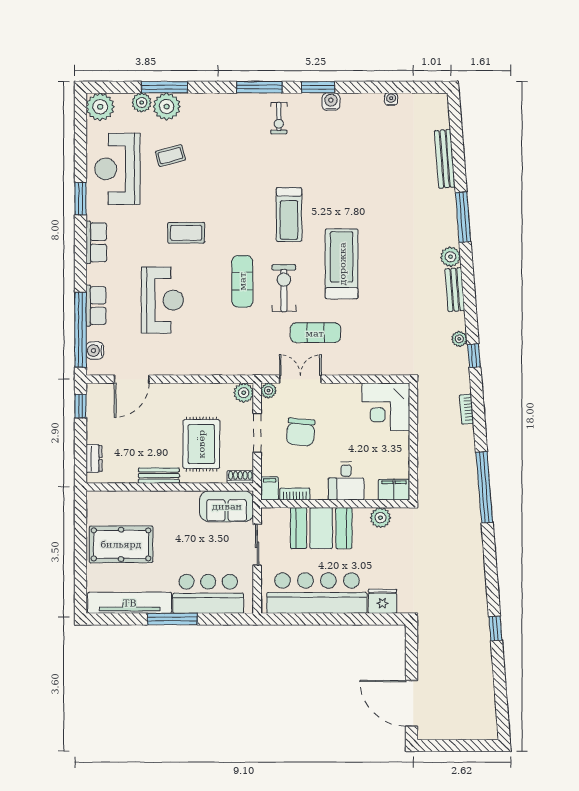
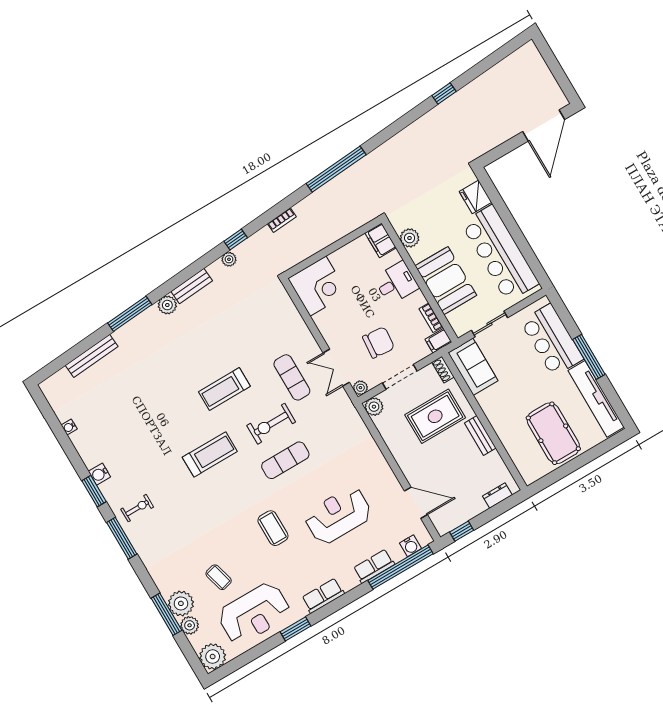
treadmill: (342, 264) -> (224, 389), width x0.73, depth x0.73

